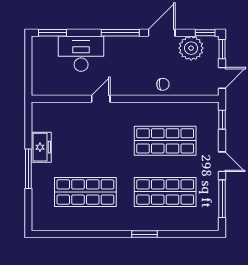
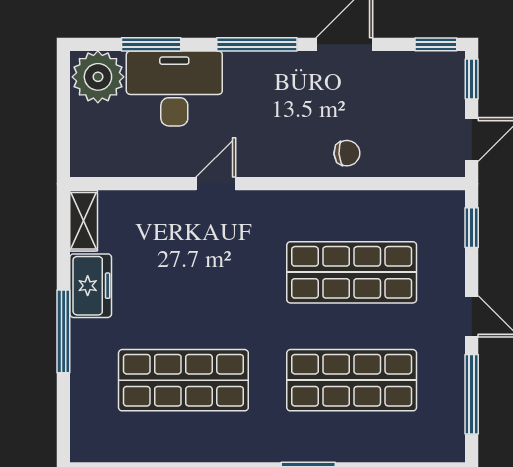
window: (52, 33) -> (151, 44), moved
plant: (191, 48) -> (98, 77), moved
shelving: (38, 116) -> (84, 221), added

